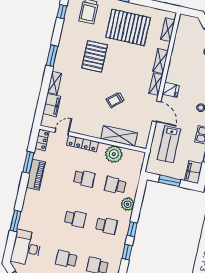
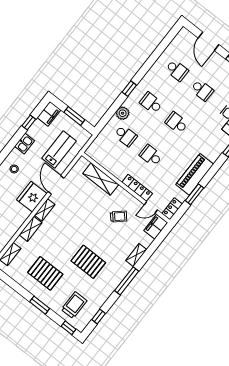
pallet: (128, 27) -> (45, 273), width x0.73, depth x0.71
window: (52, 56) -> (127, 281), width x1.44
pallet: (95, 56) -> (88, 262), turned 90
fridge: (171, 90) -> (32, 197), width x1.88, depth x1.34
trolley: (115, 100) -> (119, 217), moved
filing cabinet: (52, 105) -> (156, 227), moved
plant: (114, 154) -> (113, 165), removed
piano: (36, 175) -> (195, 174), width x1.37, depth x1.33
window: (127, 252) -> (144, 70), removed

